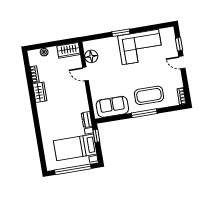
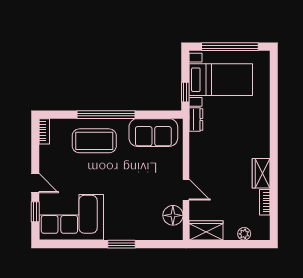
corner sofa: (140, 47) -> (71, 217), moved
window: (144, 113) -> (106, 115), width x1.46

